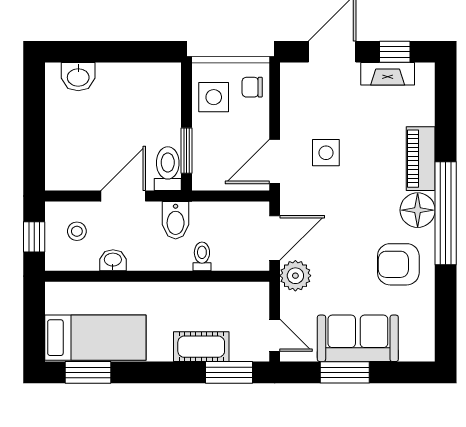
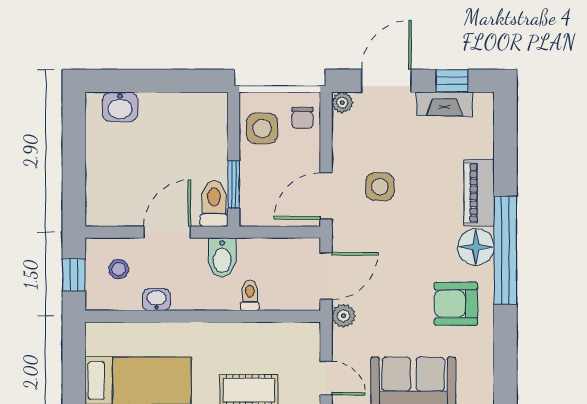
plant: (290, 72) -> (342, 103), added
chair: (252, 87) -> (302, 118), turned -90
plant: (295, 276) -> (343, 316), width x0.73, depth x0.73

